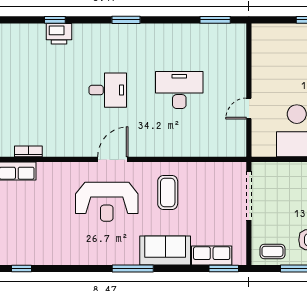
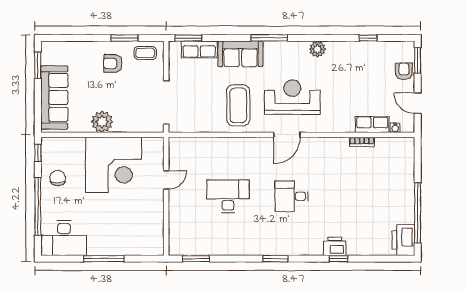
desk: (179, 90) -> (228, 196), turned 180
coffee table: (168, 192) -> (238, 105), width x1.36, depth x1.32
plant: (78, 256) -> (317, 49), added

